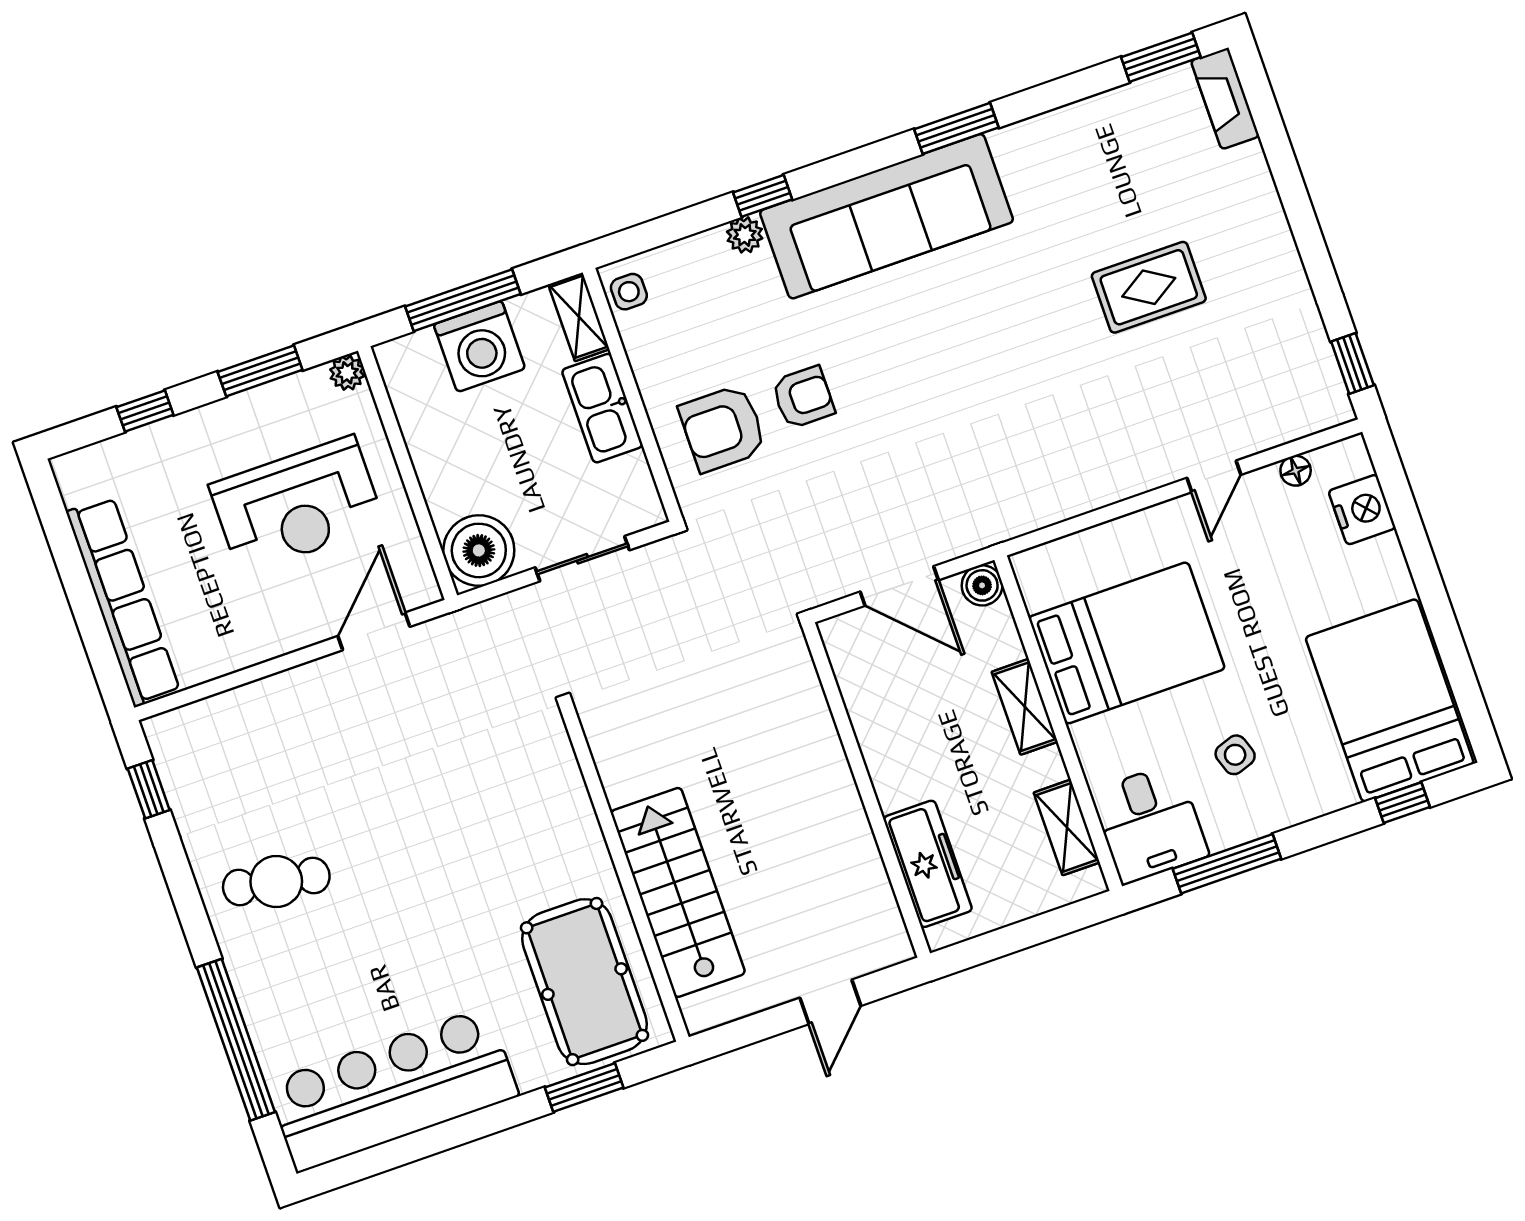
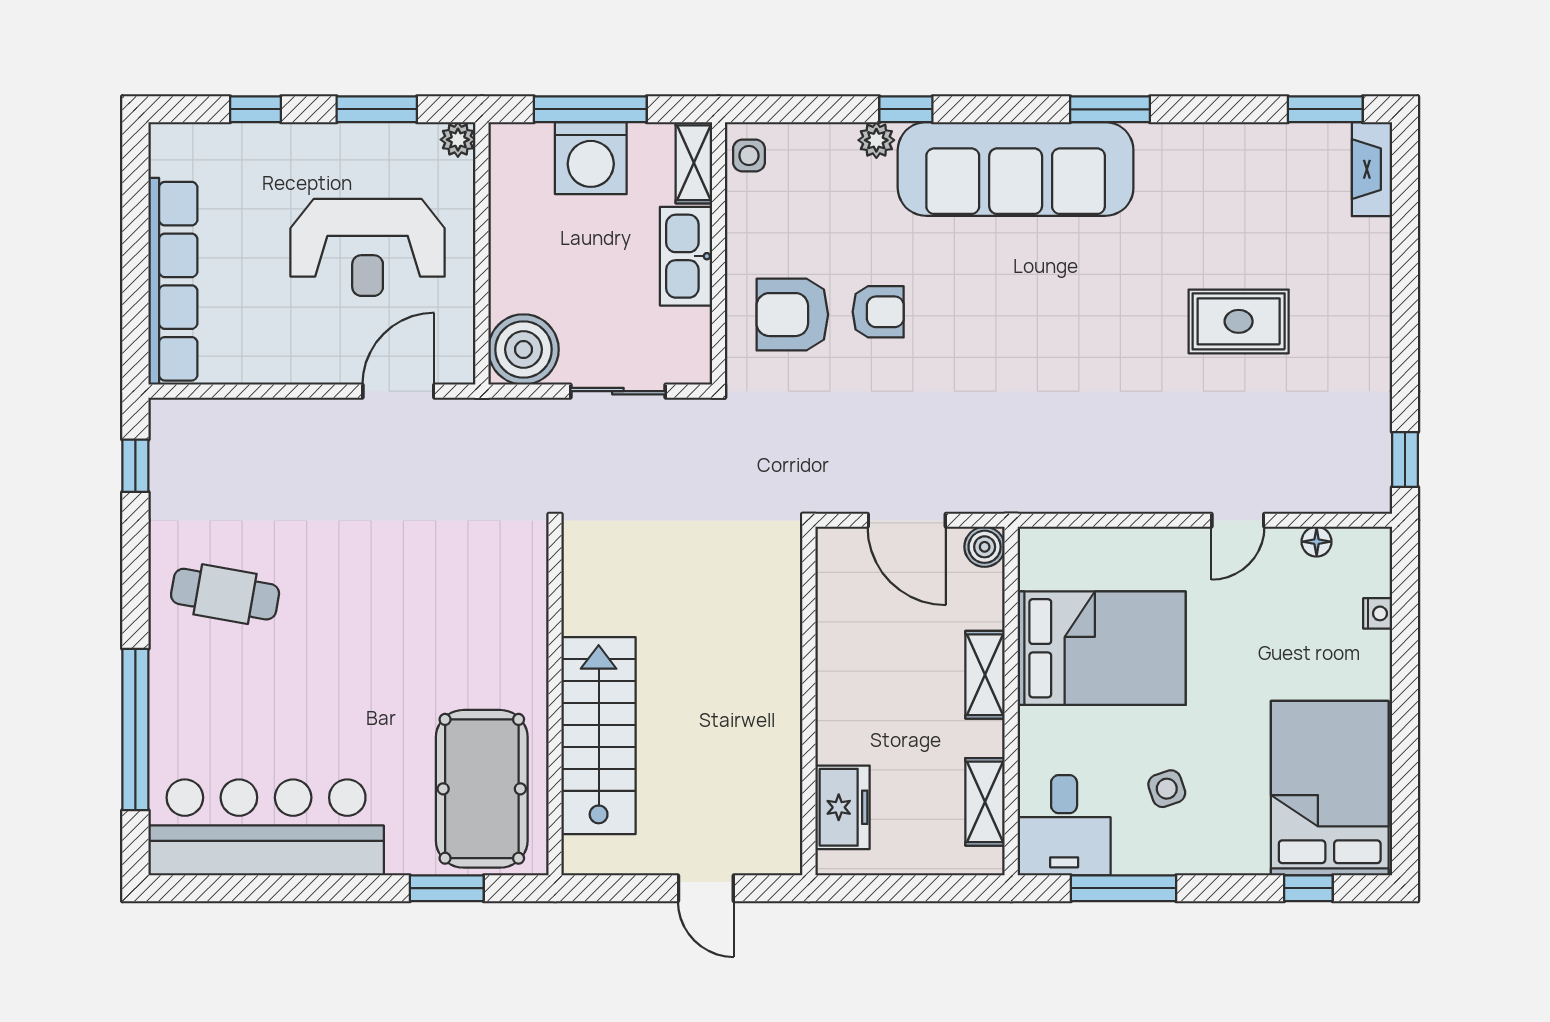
nightstand: (1362, 510) -> (1378, 613), width x0.53, depth x0.56
freezer: (928, 864) -> (842, 807), width x0.71
door: (830, 1002) -> (706, 888), hinge flipped

